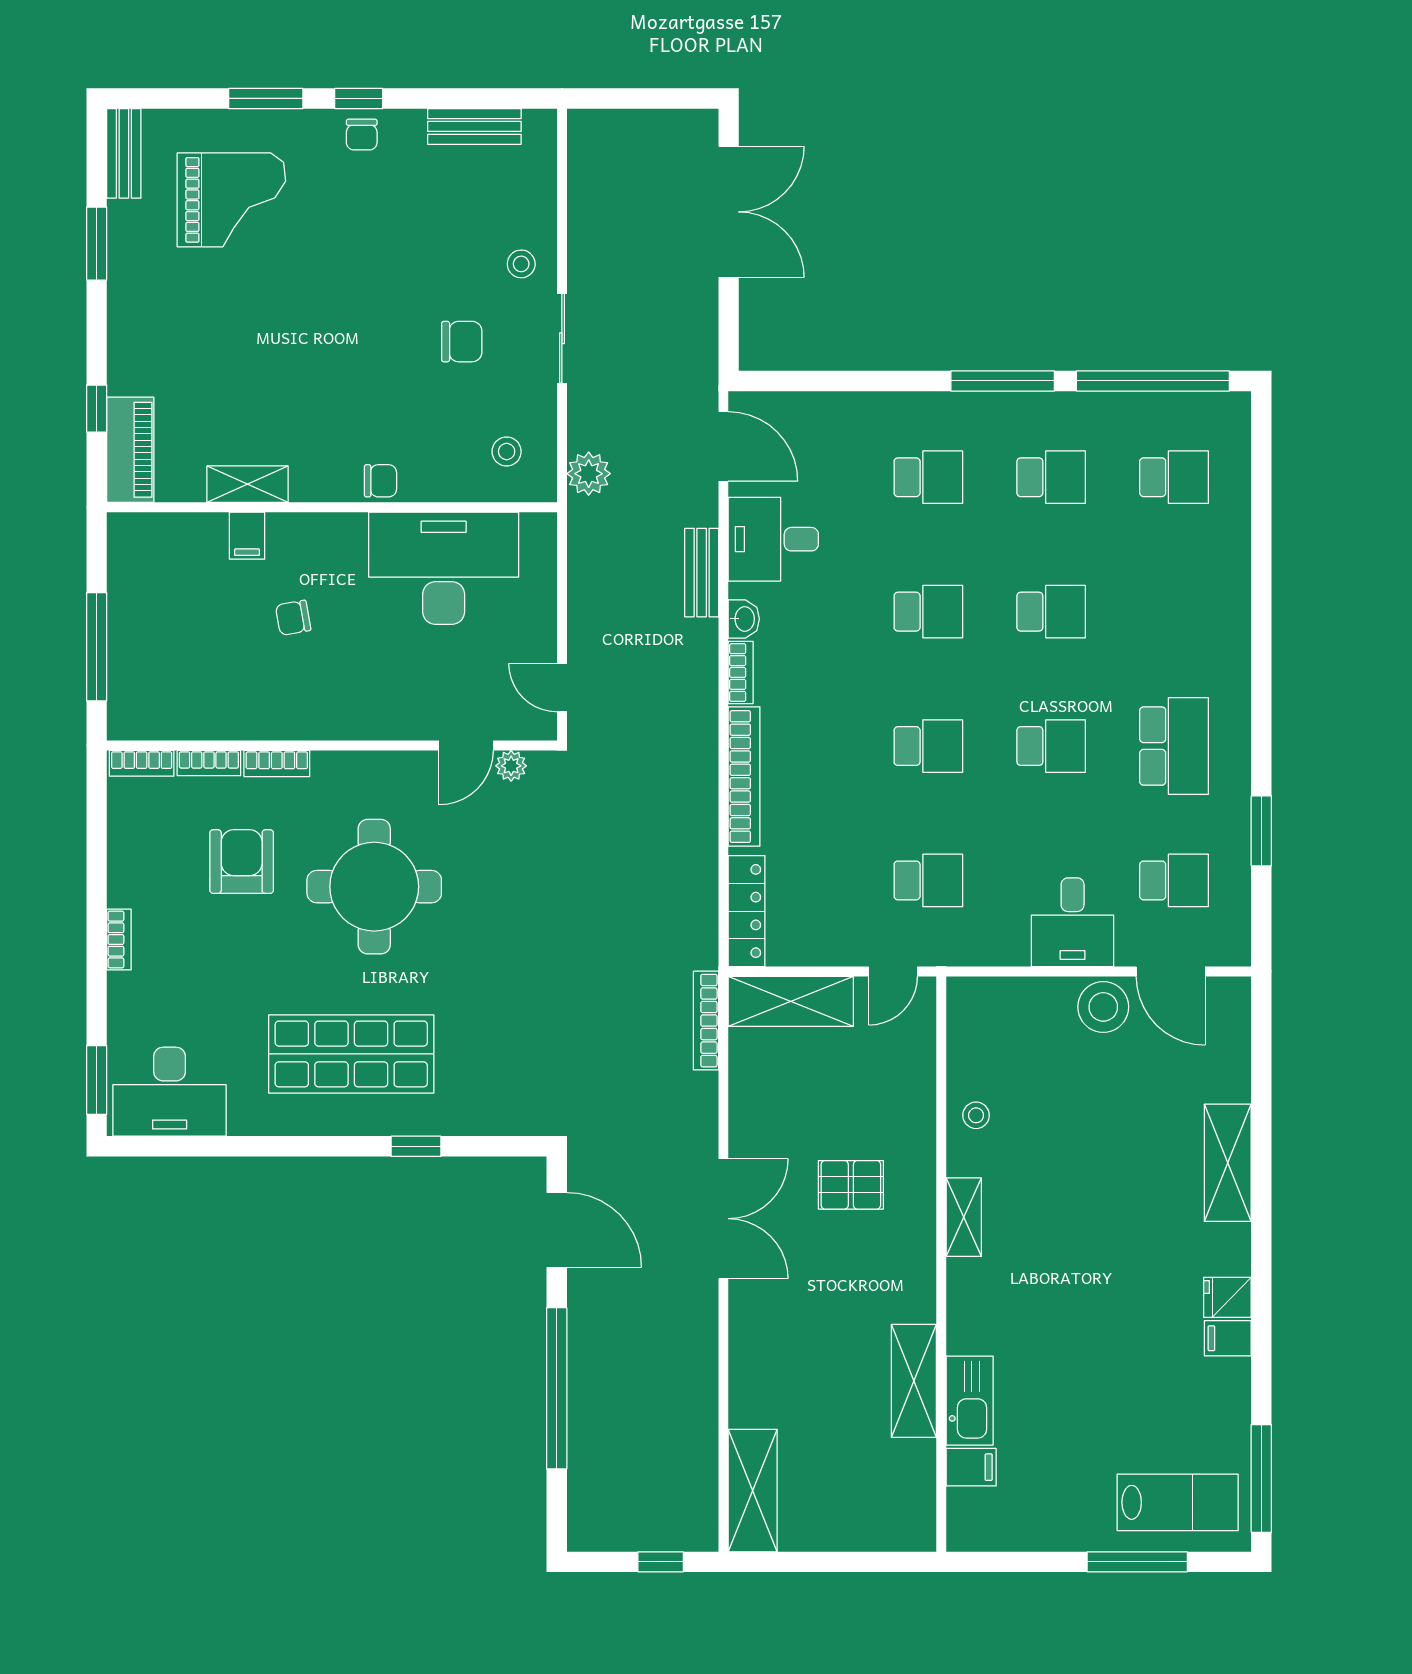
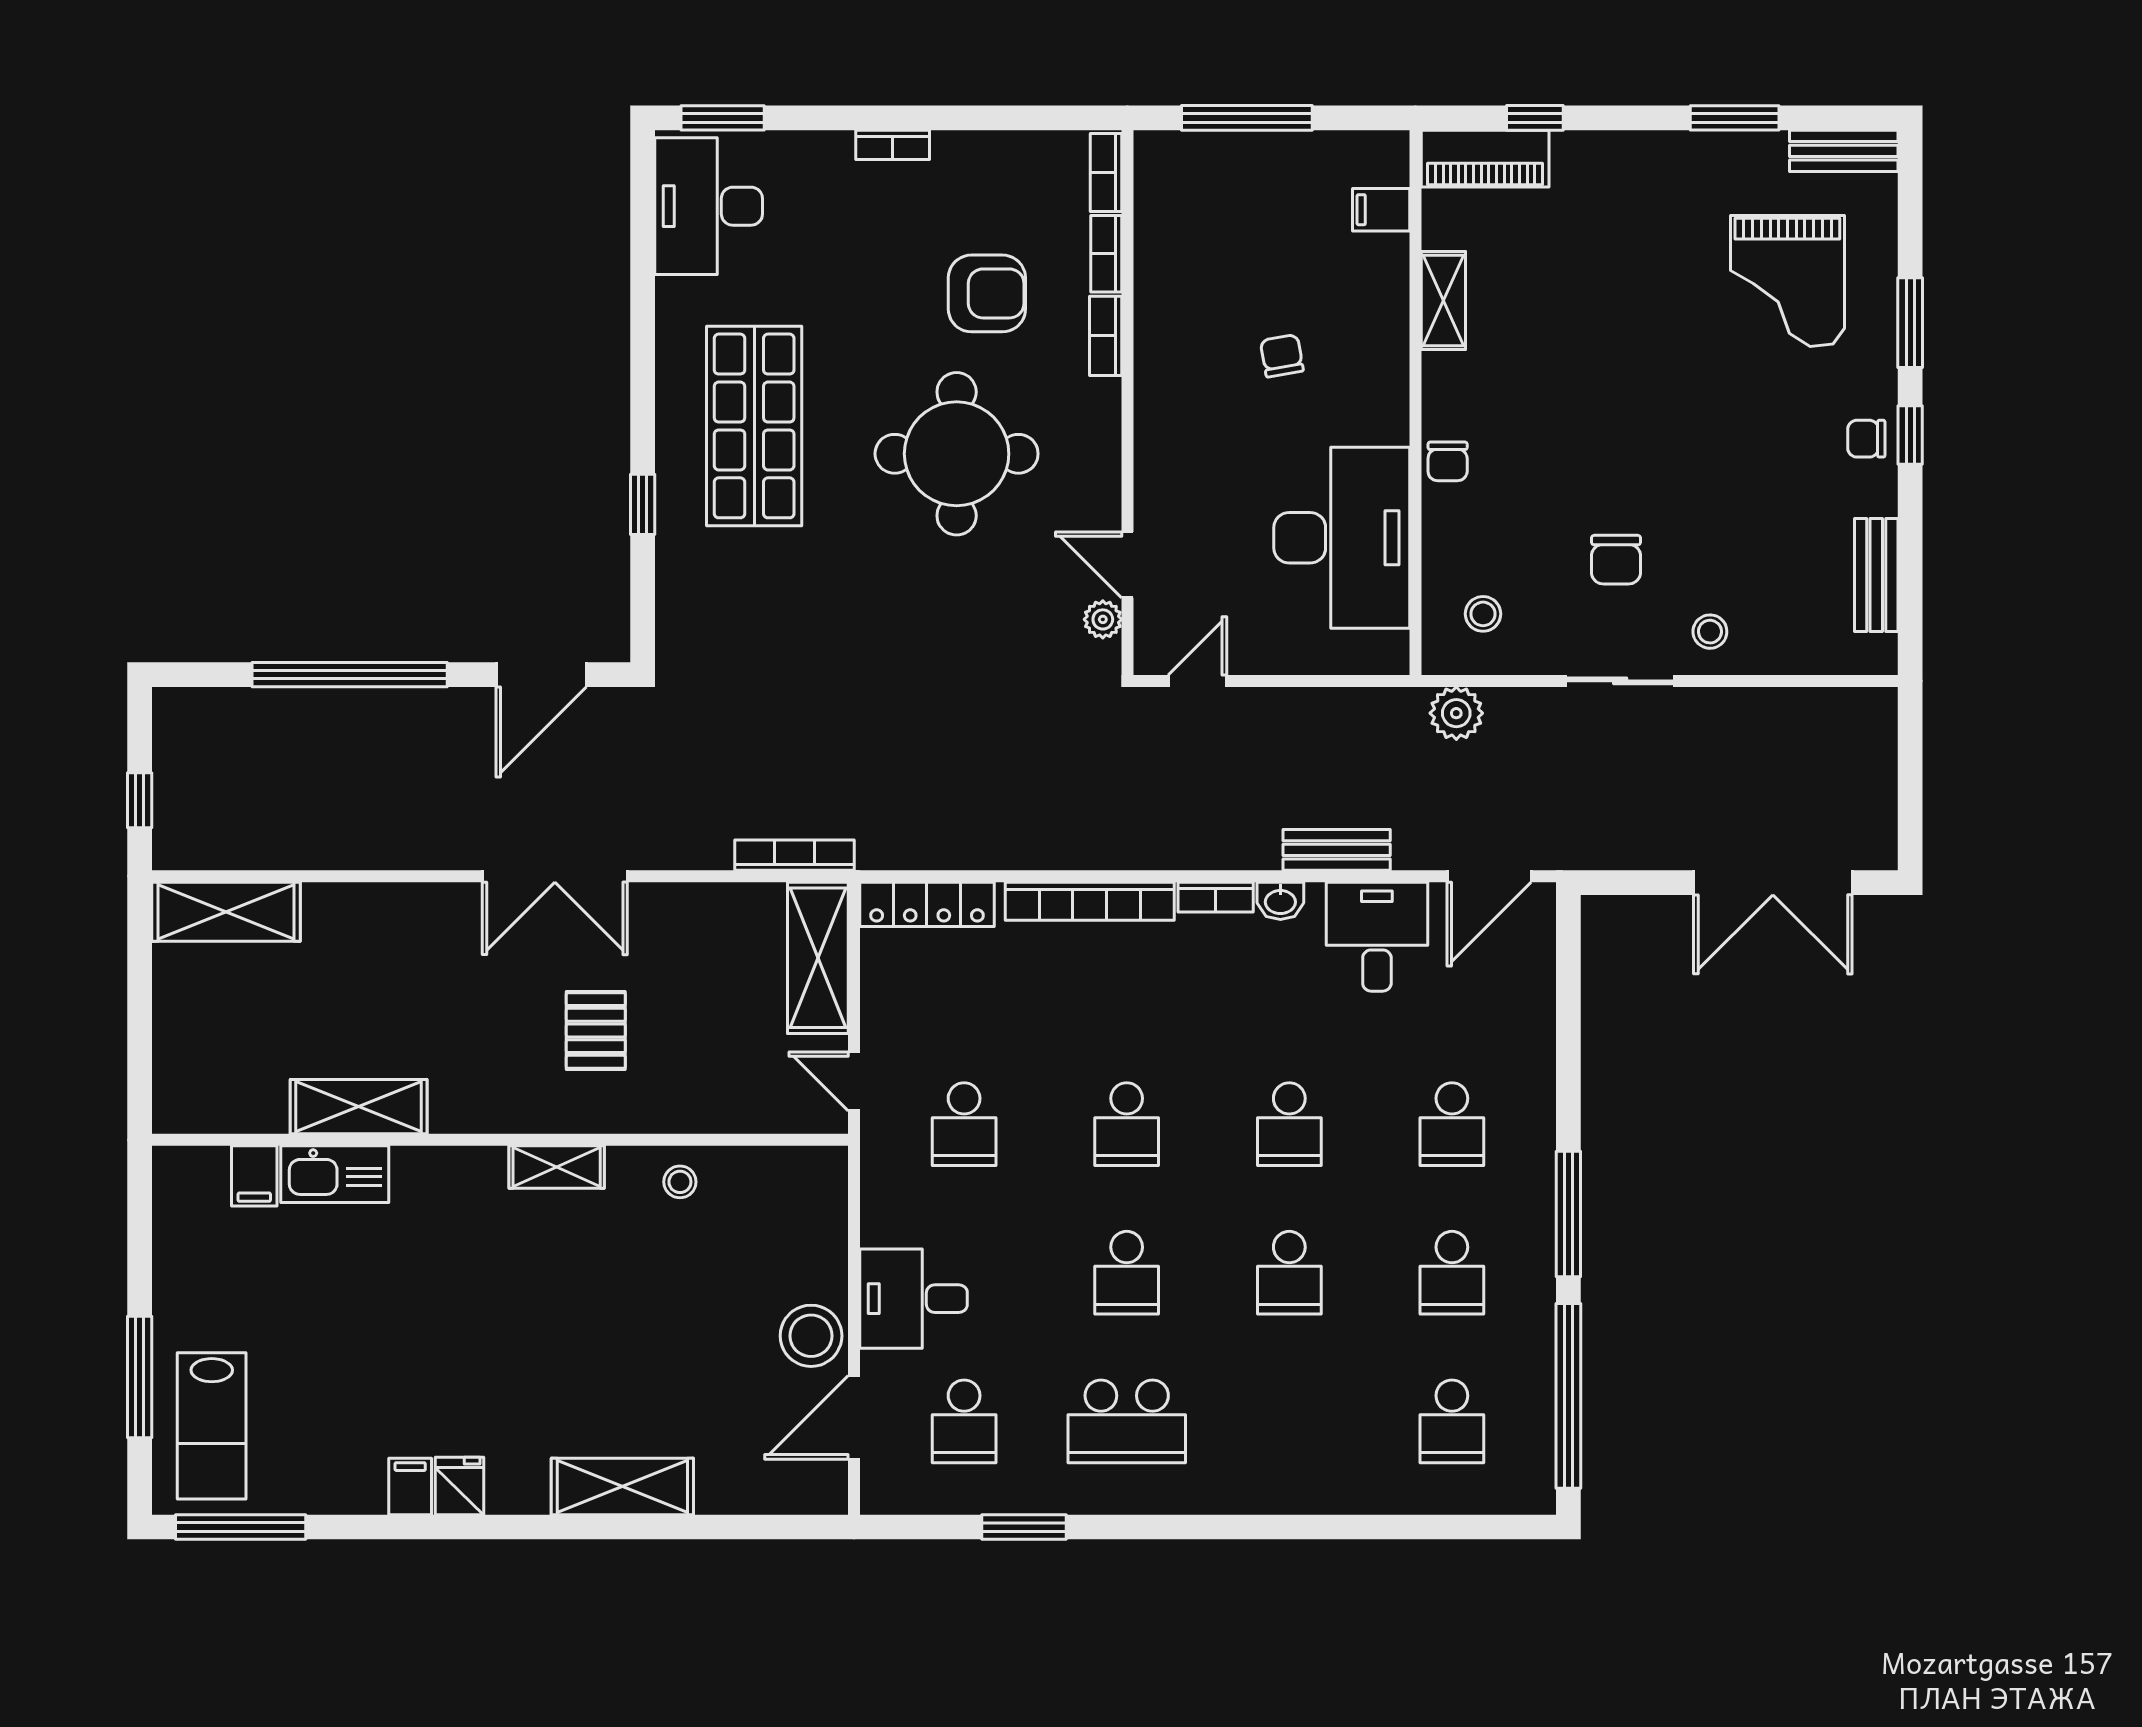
filing cabinet: (247, 536) -> (1381, 210), moved

